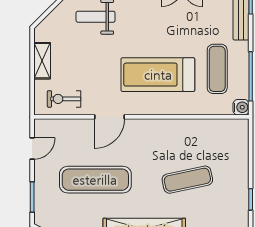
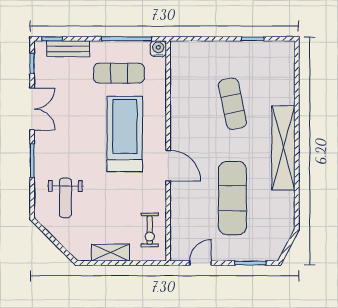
treadmill: (158, 75) -> (125, 134), turned 180
door: (110, 117) -> (168, 166), moved
door: (32, 148) -> (201, 263), hinge flipped

